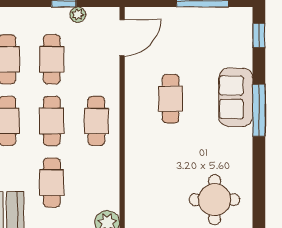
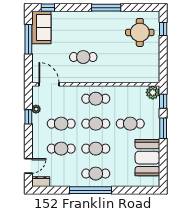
sofa: (236, 97) -> (41, 27), moved, turned -90
window: (259, 110) -> (106, 8), moved

